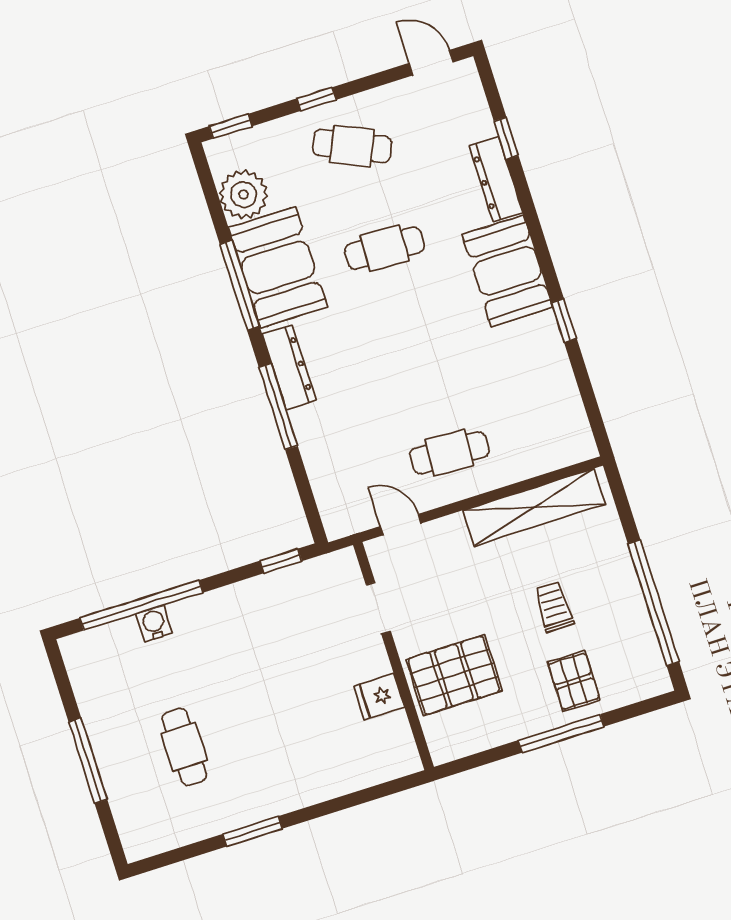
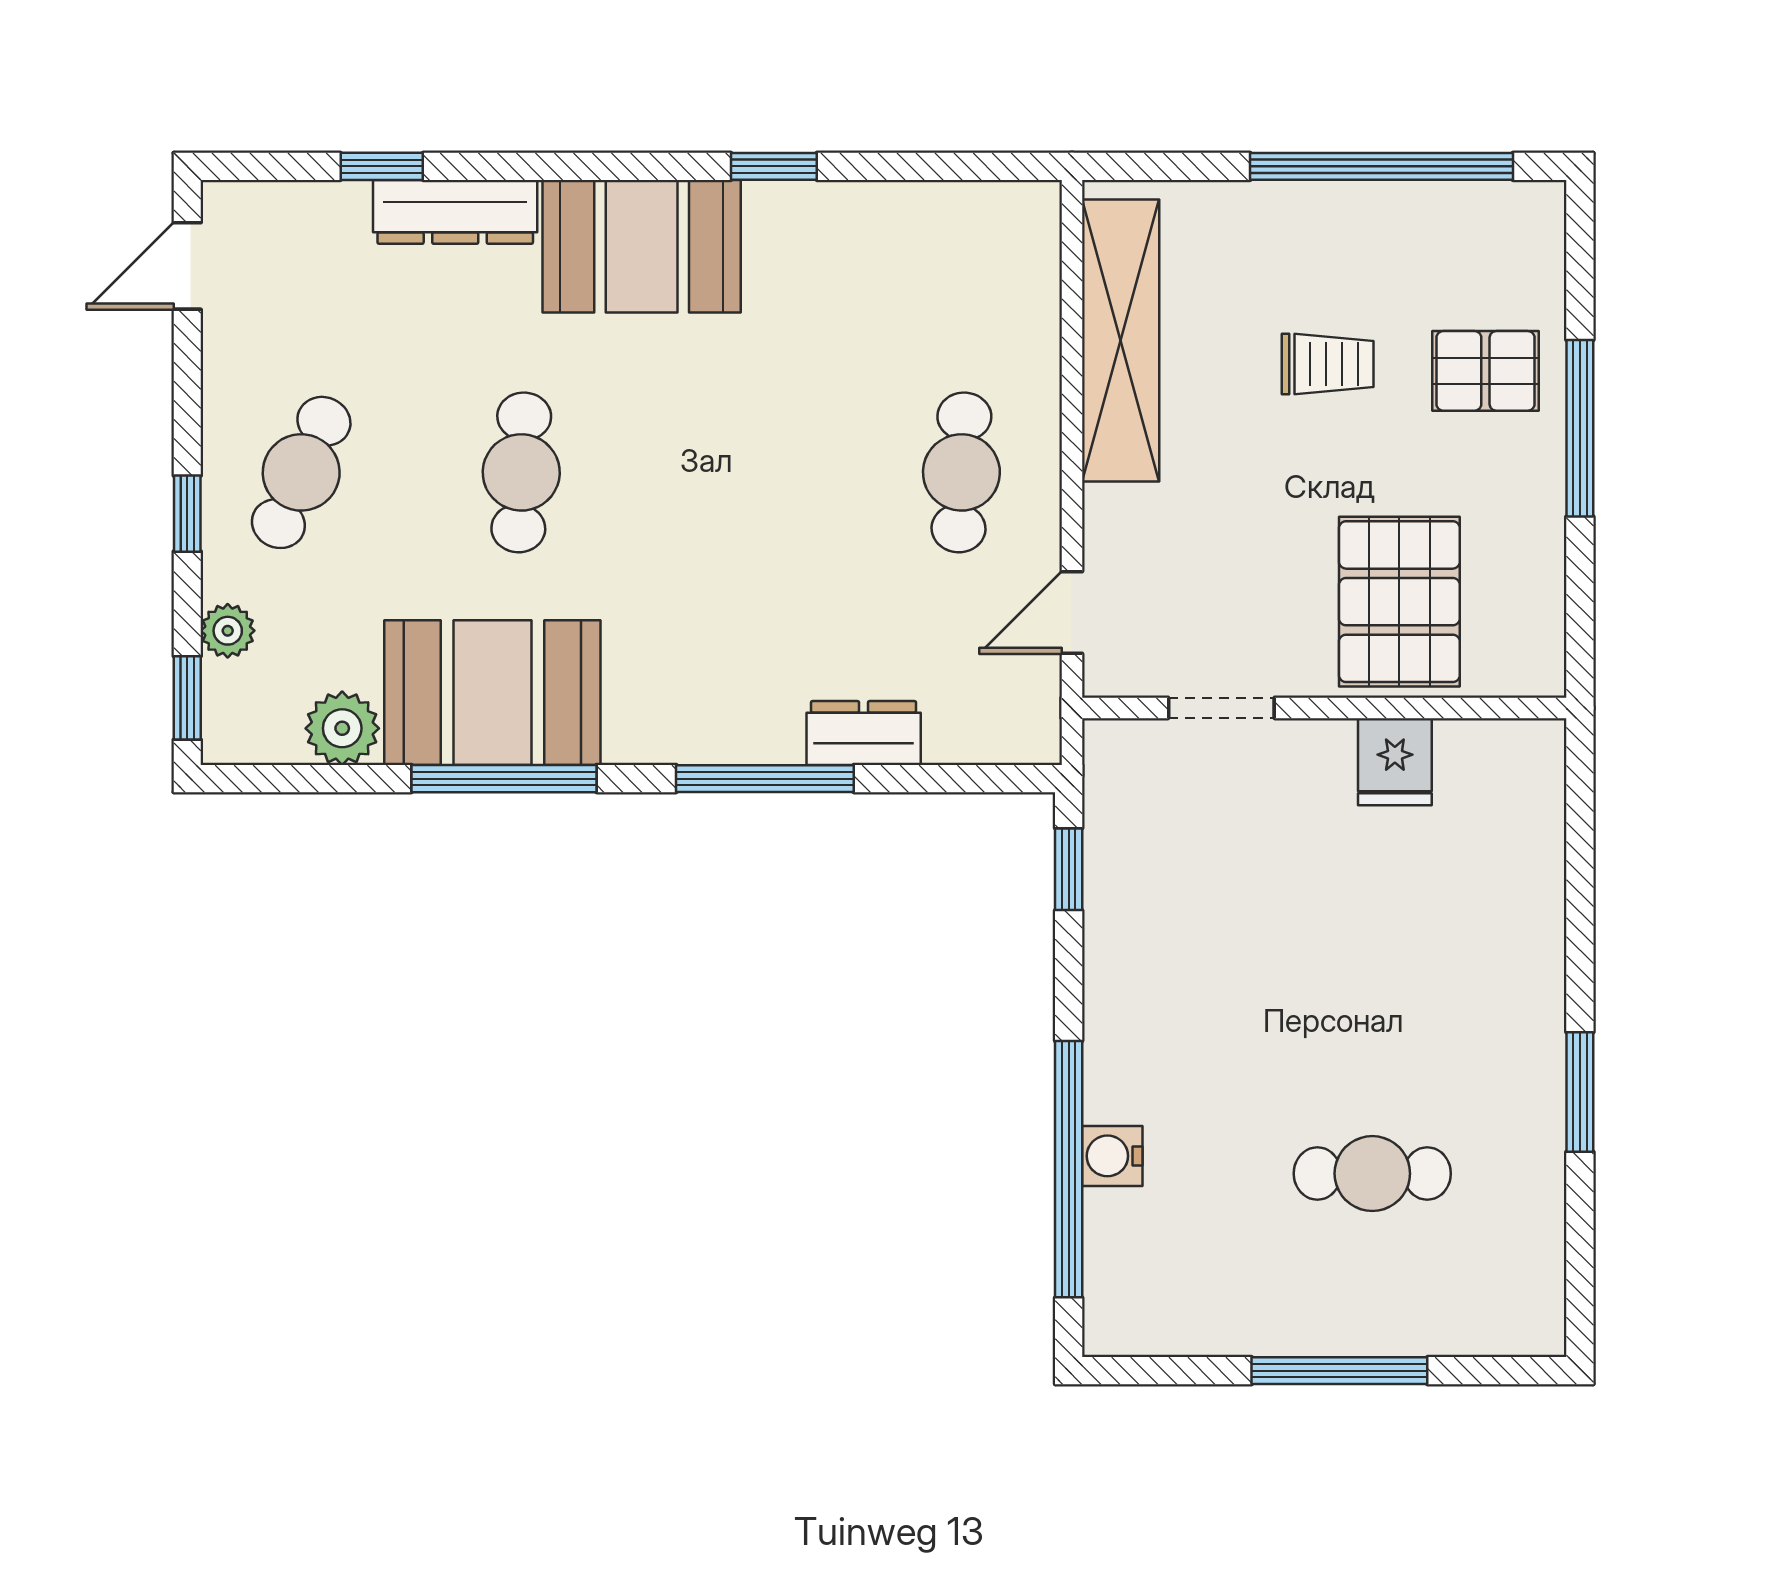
plant: (268, 135) -> (228, 631), added
plant: (244, 195) -> (342, 728), width x0.73, depth x0.73
dresser: (289, 367) -> (864, 733), moved, width x0.70
trolley: (554, 607) -> (1328, 364), turned 180

